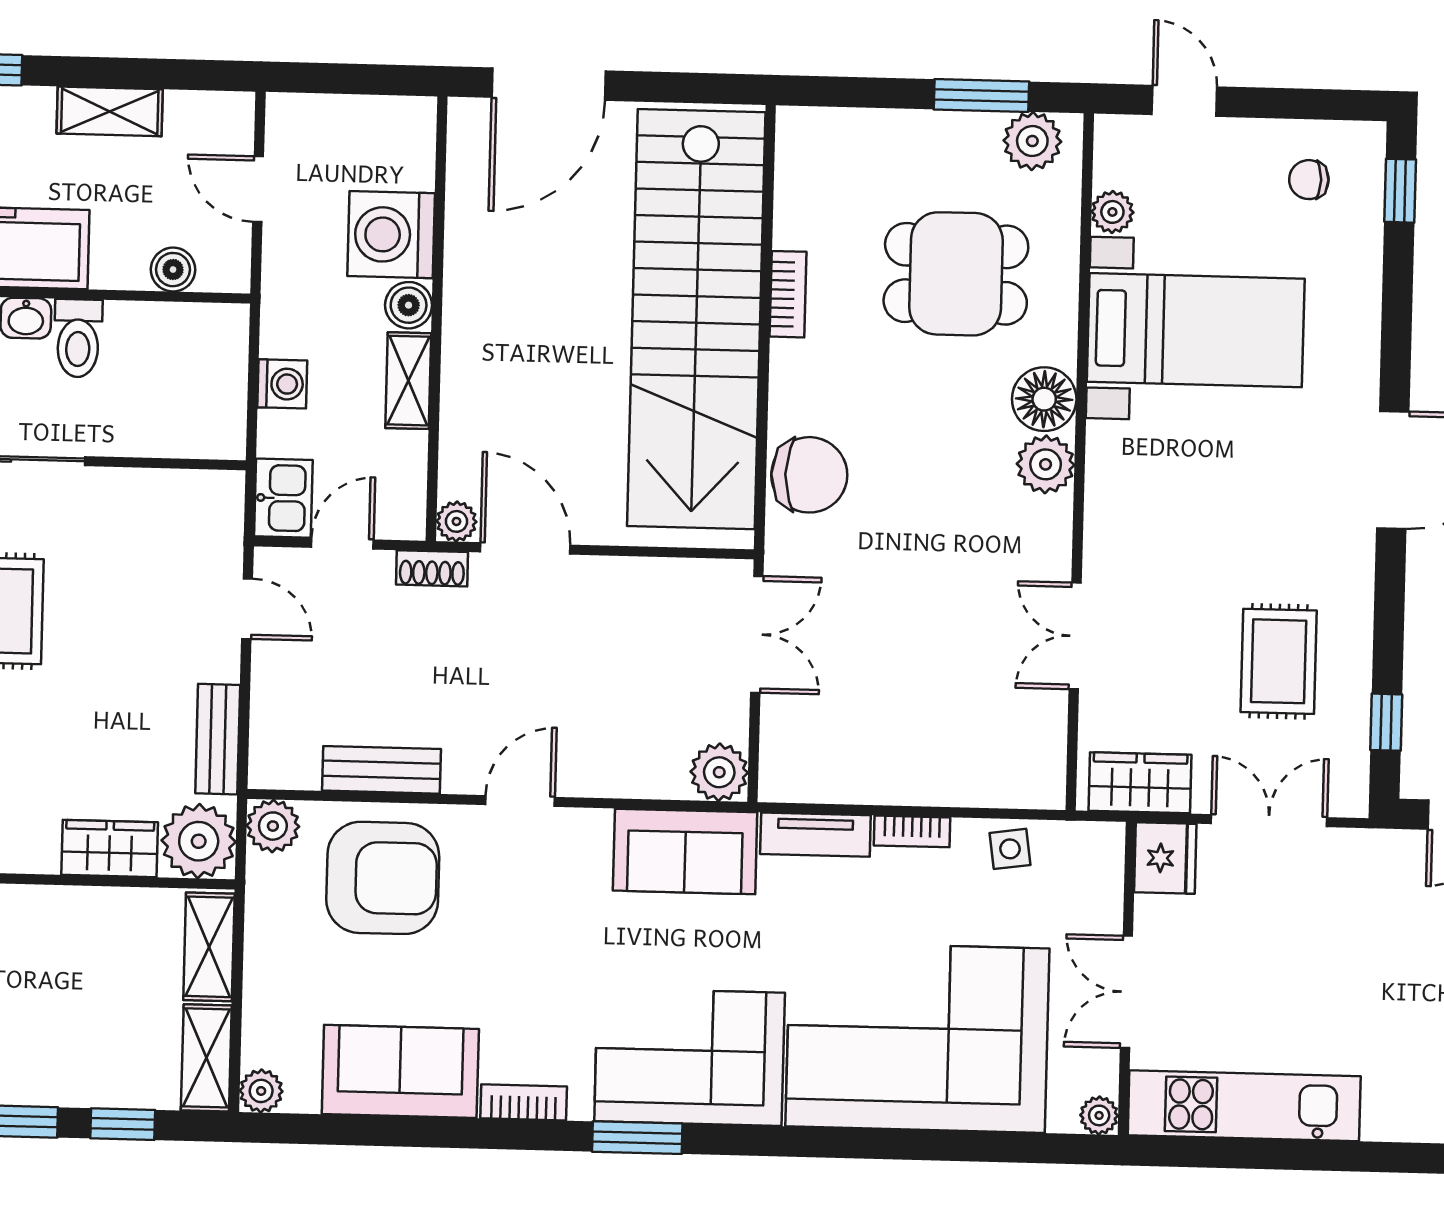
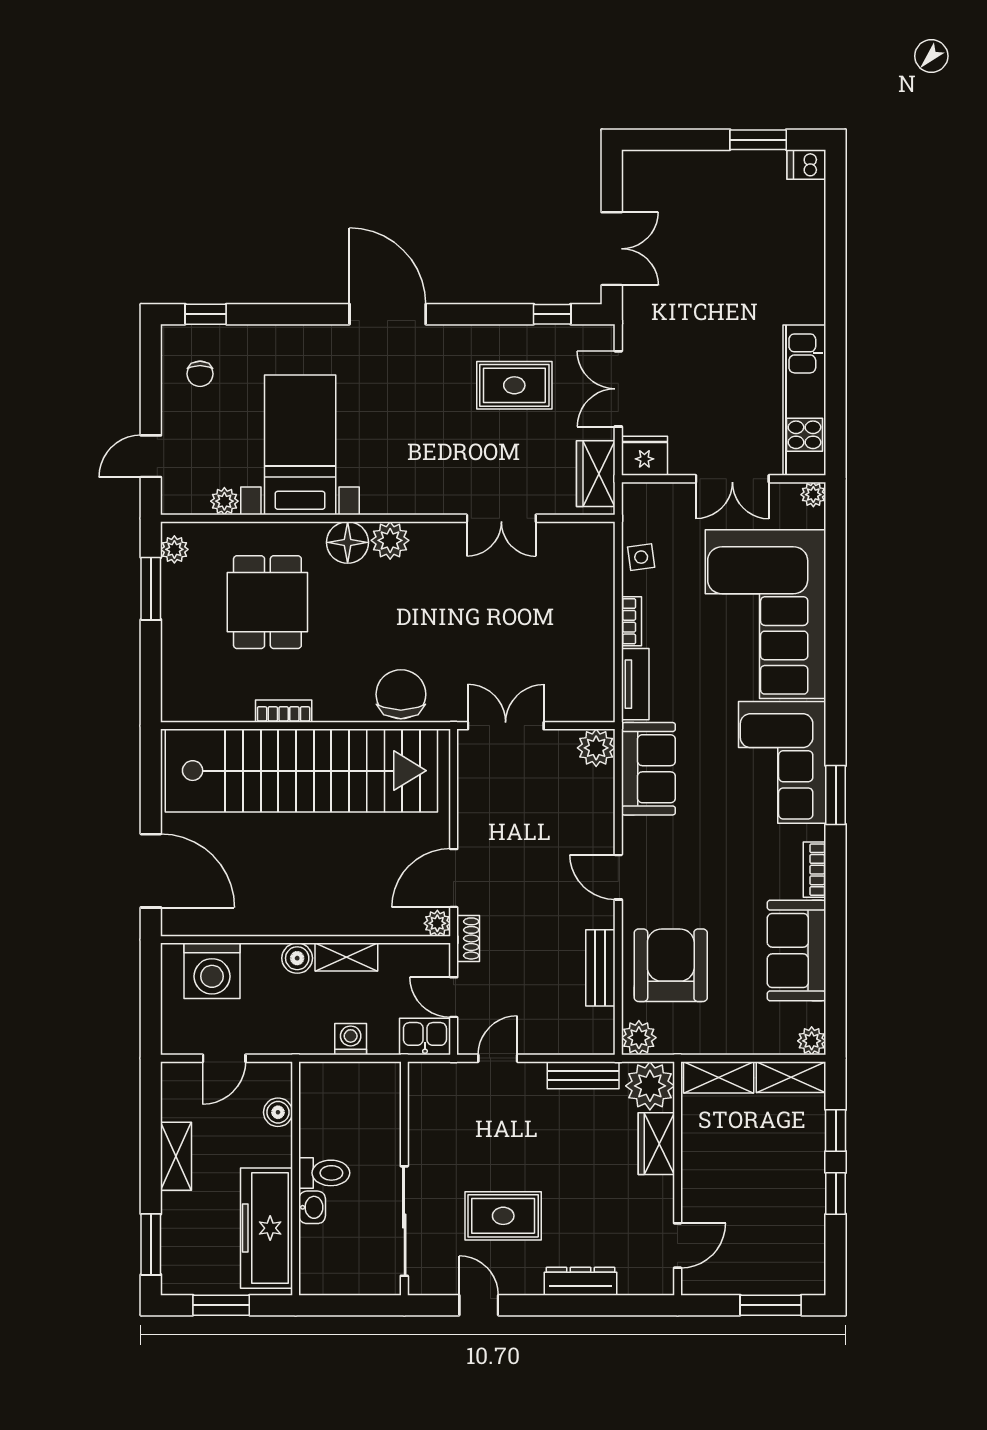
plant: (1032, 141) -> (174, 549), width x0.73, depth x0.73
washing machine: (391, 235) -> (212, 971), moved

